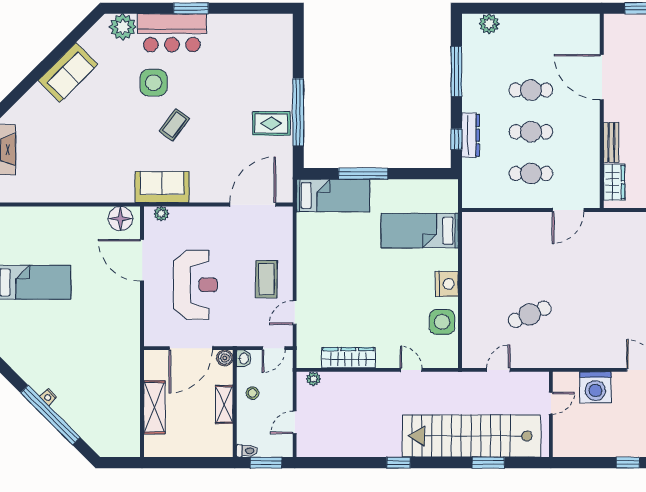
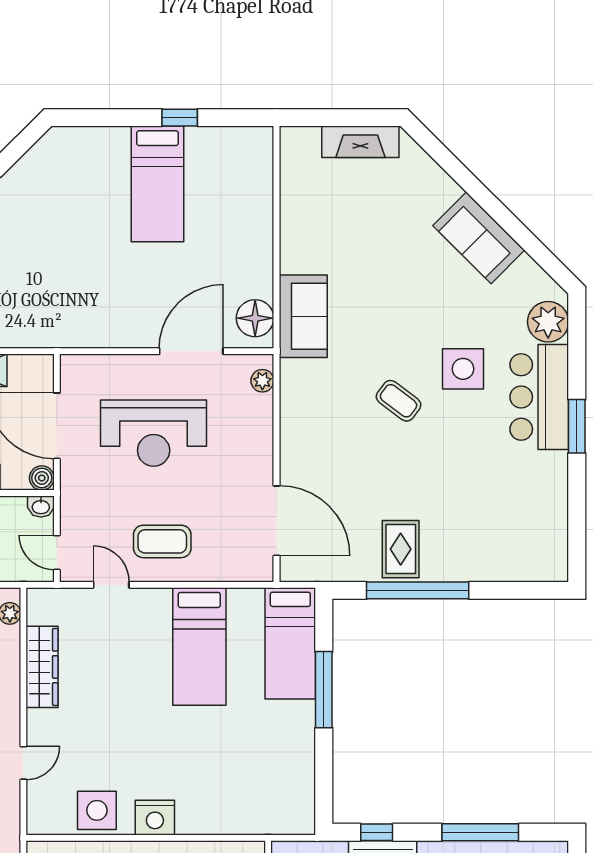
sofa: (162, 187) -> (303, 316), moved
bed: (420, 231) -> (199, 646), moved, turned 180

